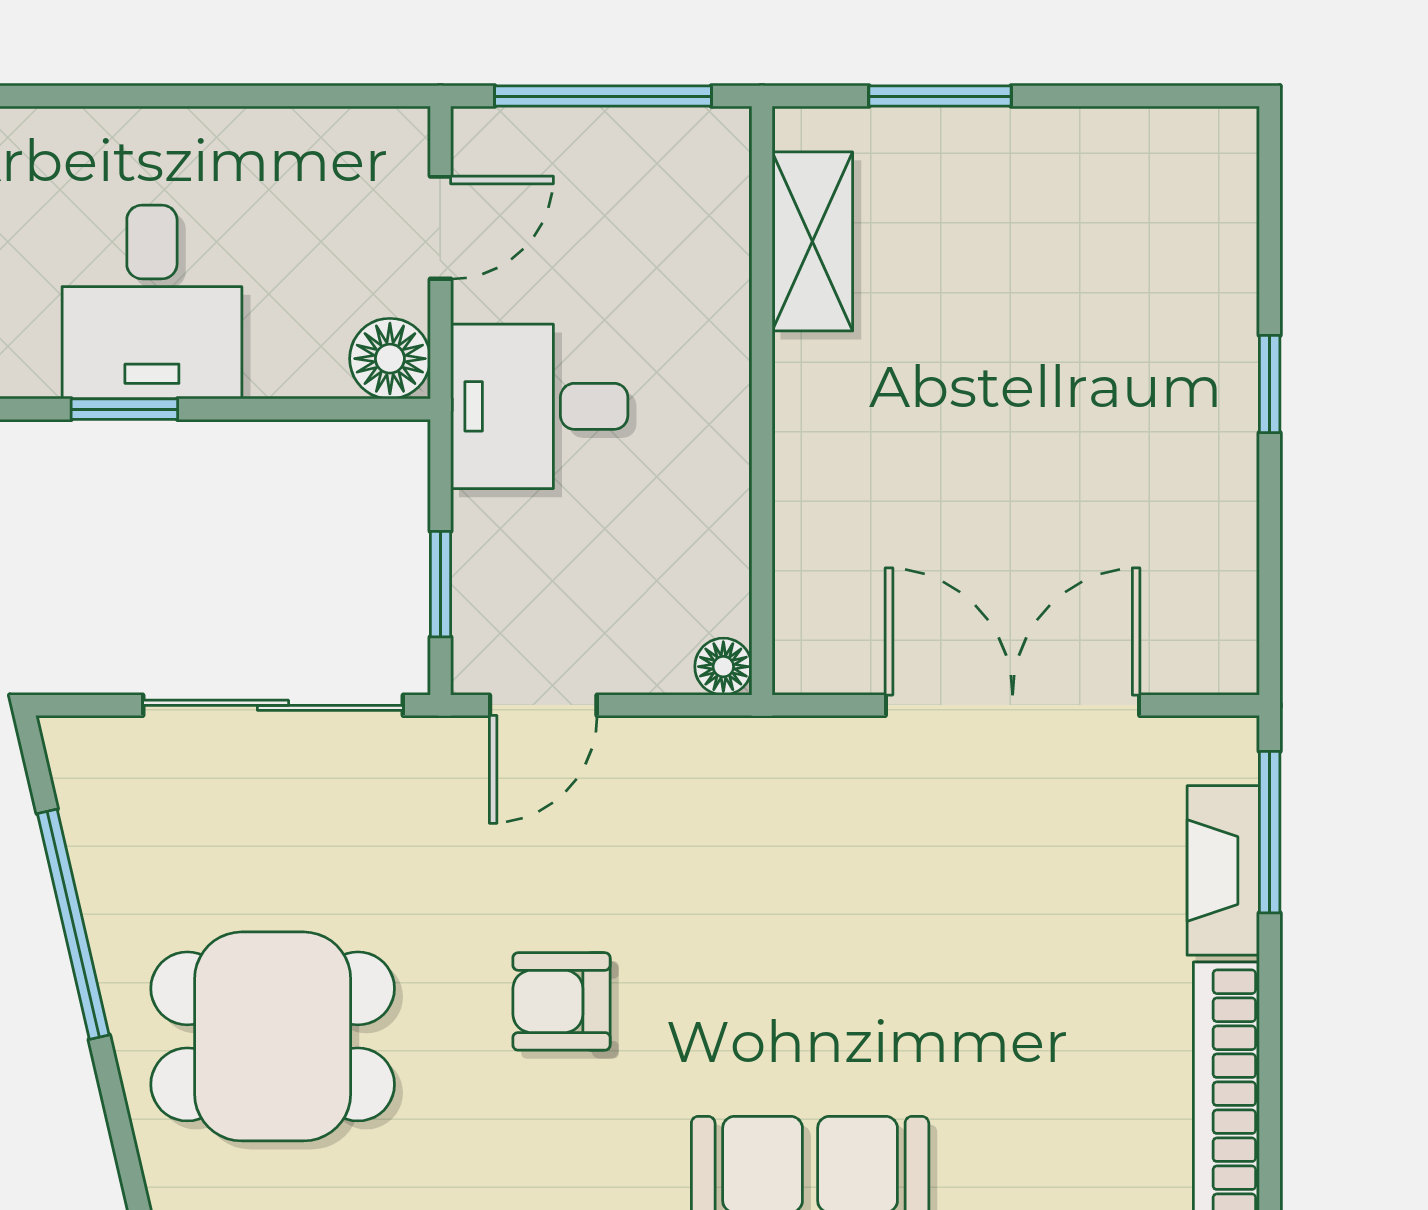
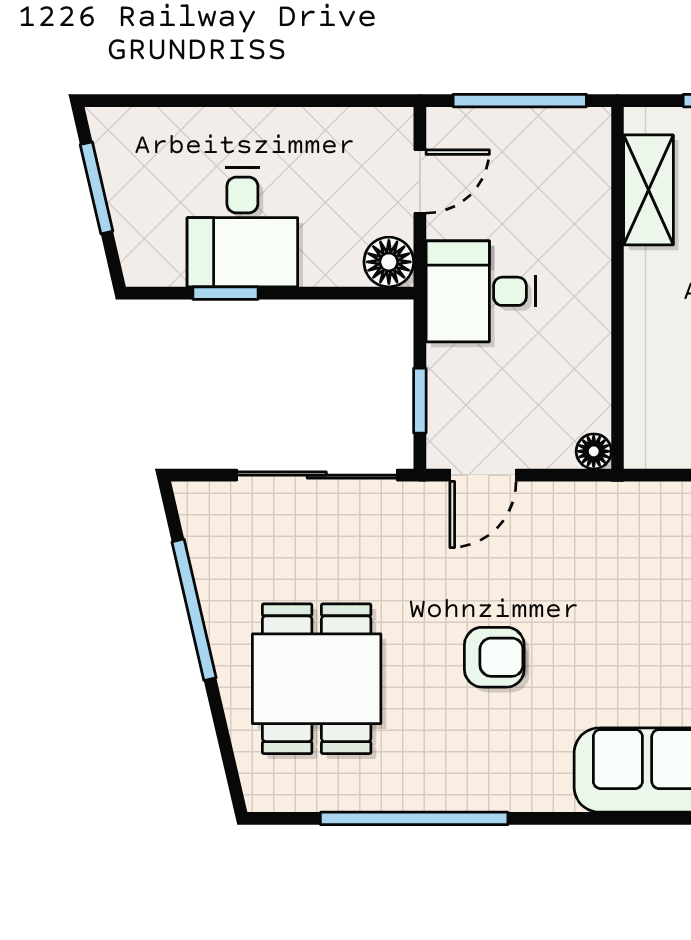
armchair: (562, 1001) -> (494, 657), turned 180
dining table: (273, 1036) -> (317, 679), turned 90

